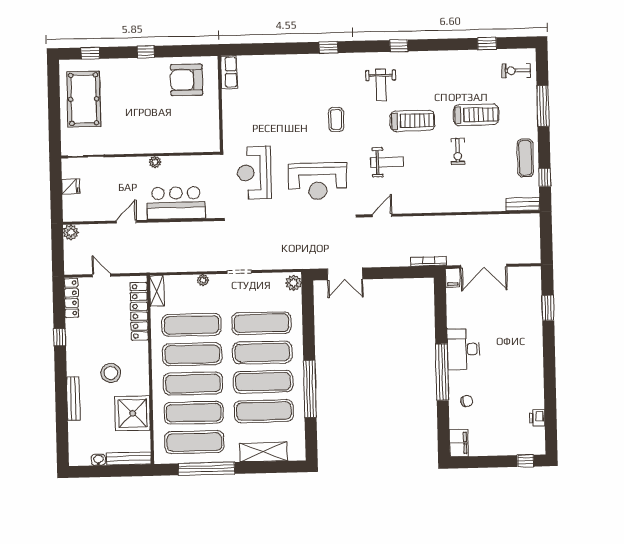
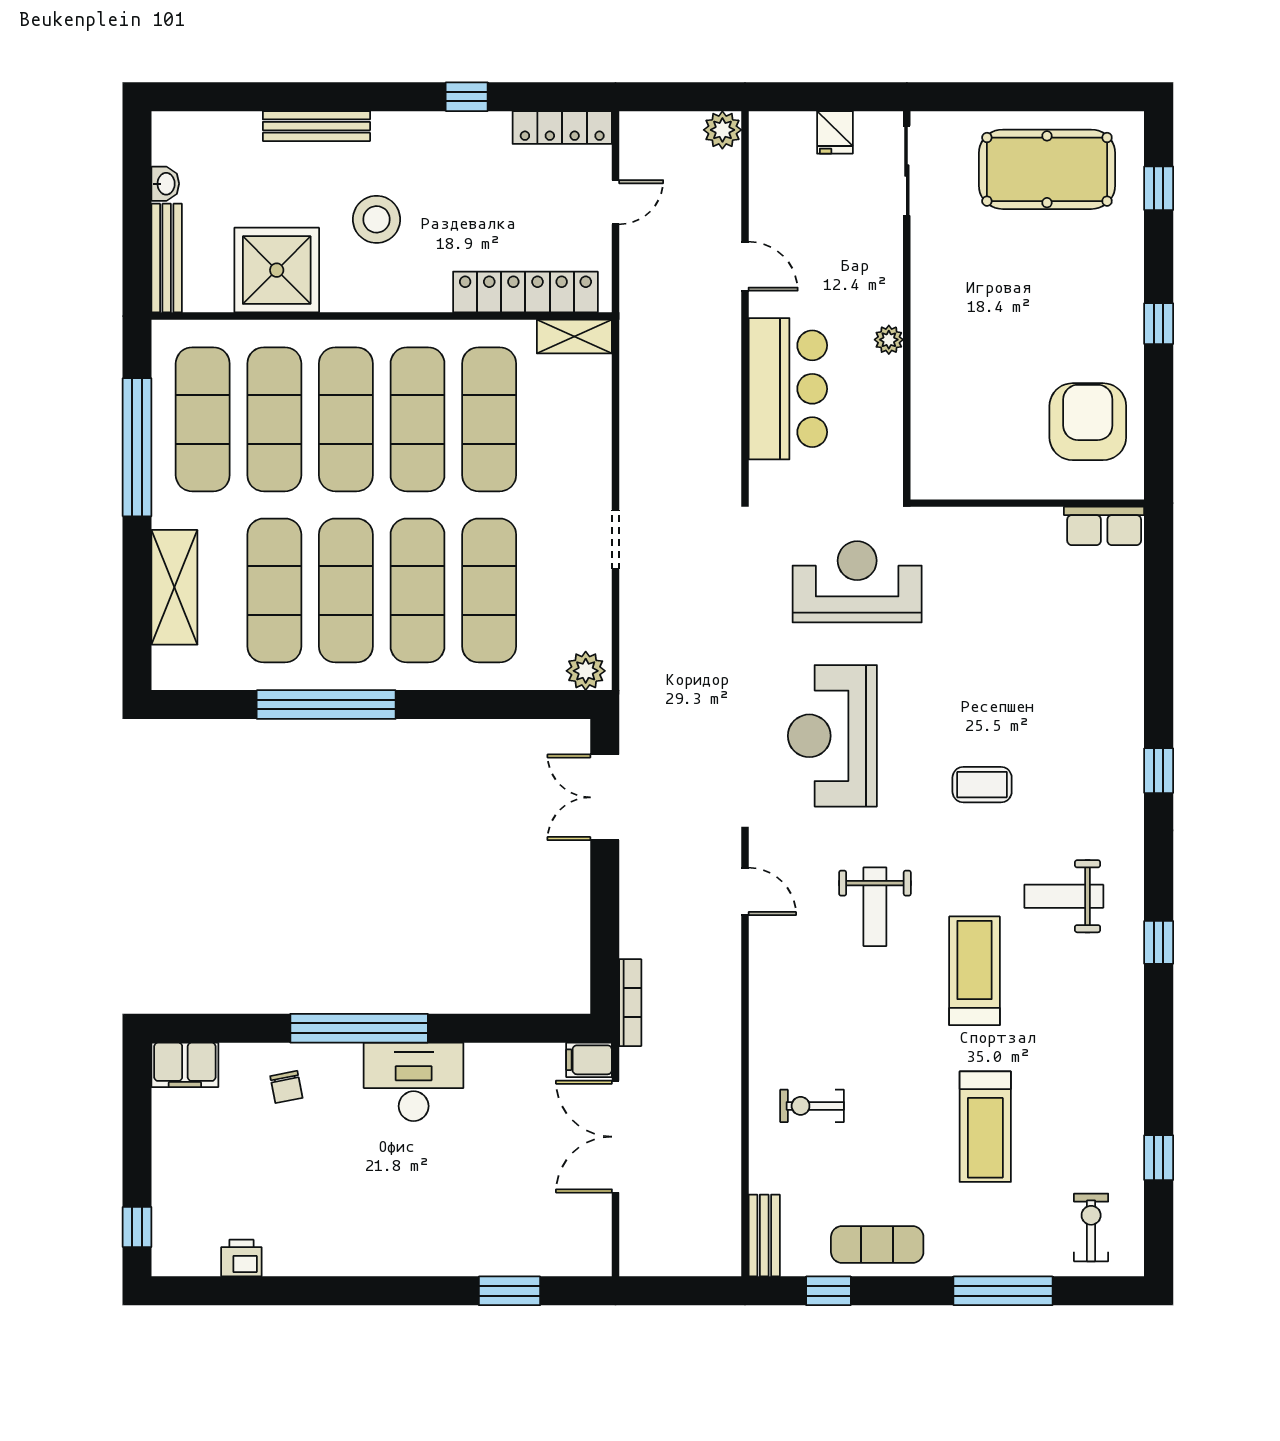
treadmill: (412, 121) -> (975, 971), turned 180
exercise bike: (458, 151) -> (812, 1106), moved
plant: (203, 280) -> (598, 450), removed

